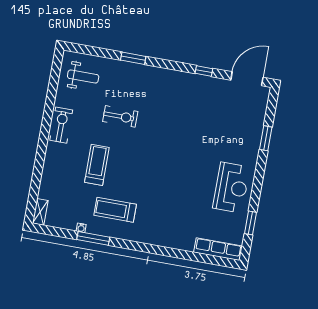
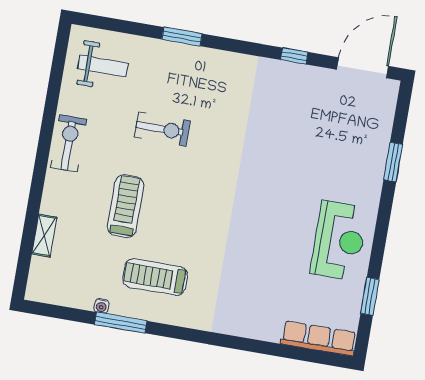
shelving: (40, 212) -> (44, 236), moved

